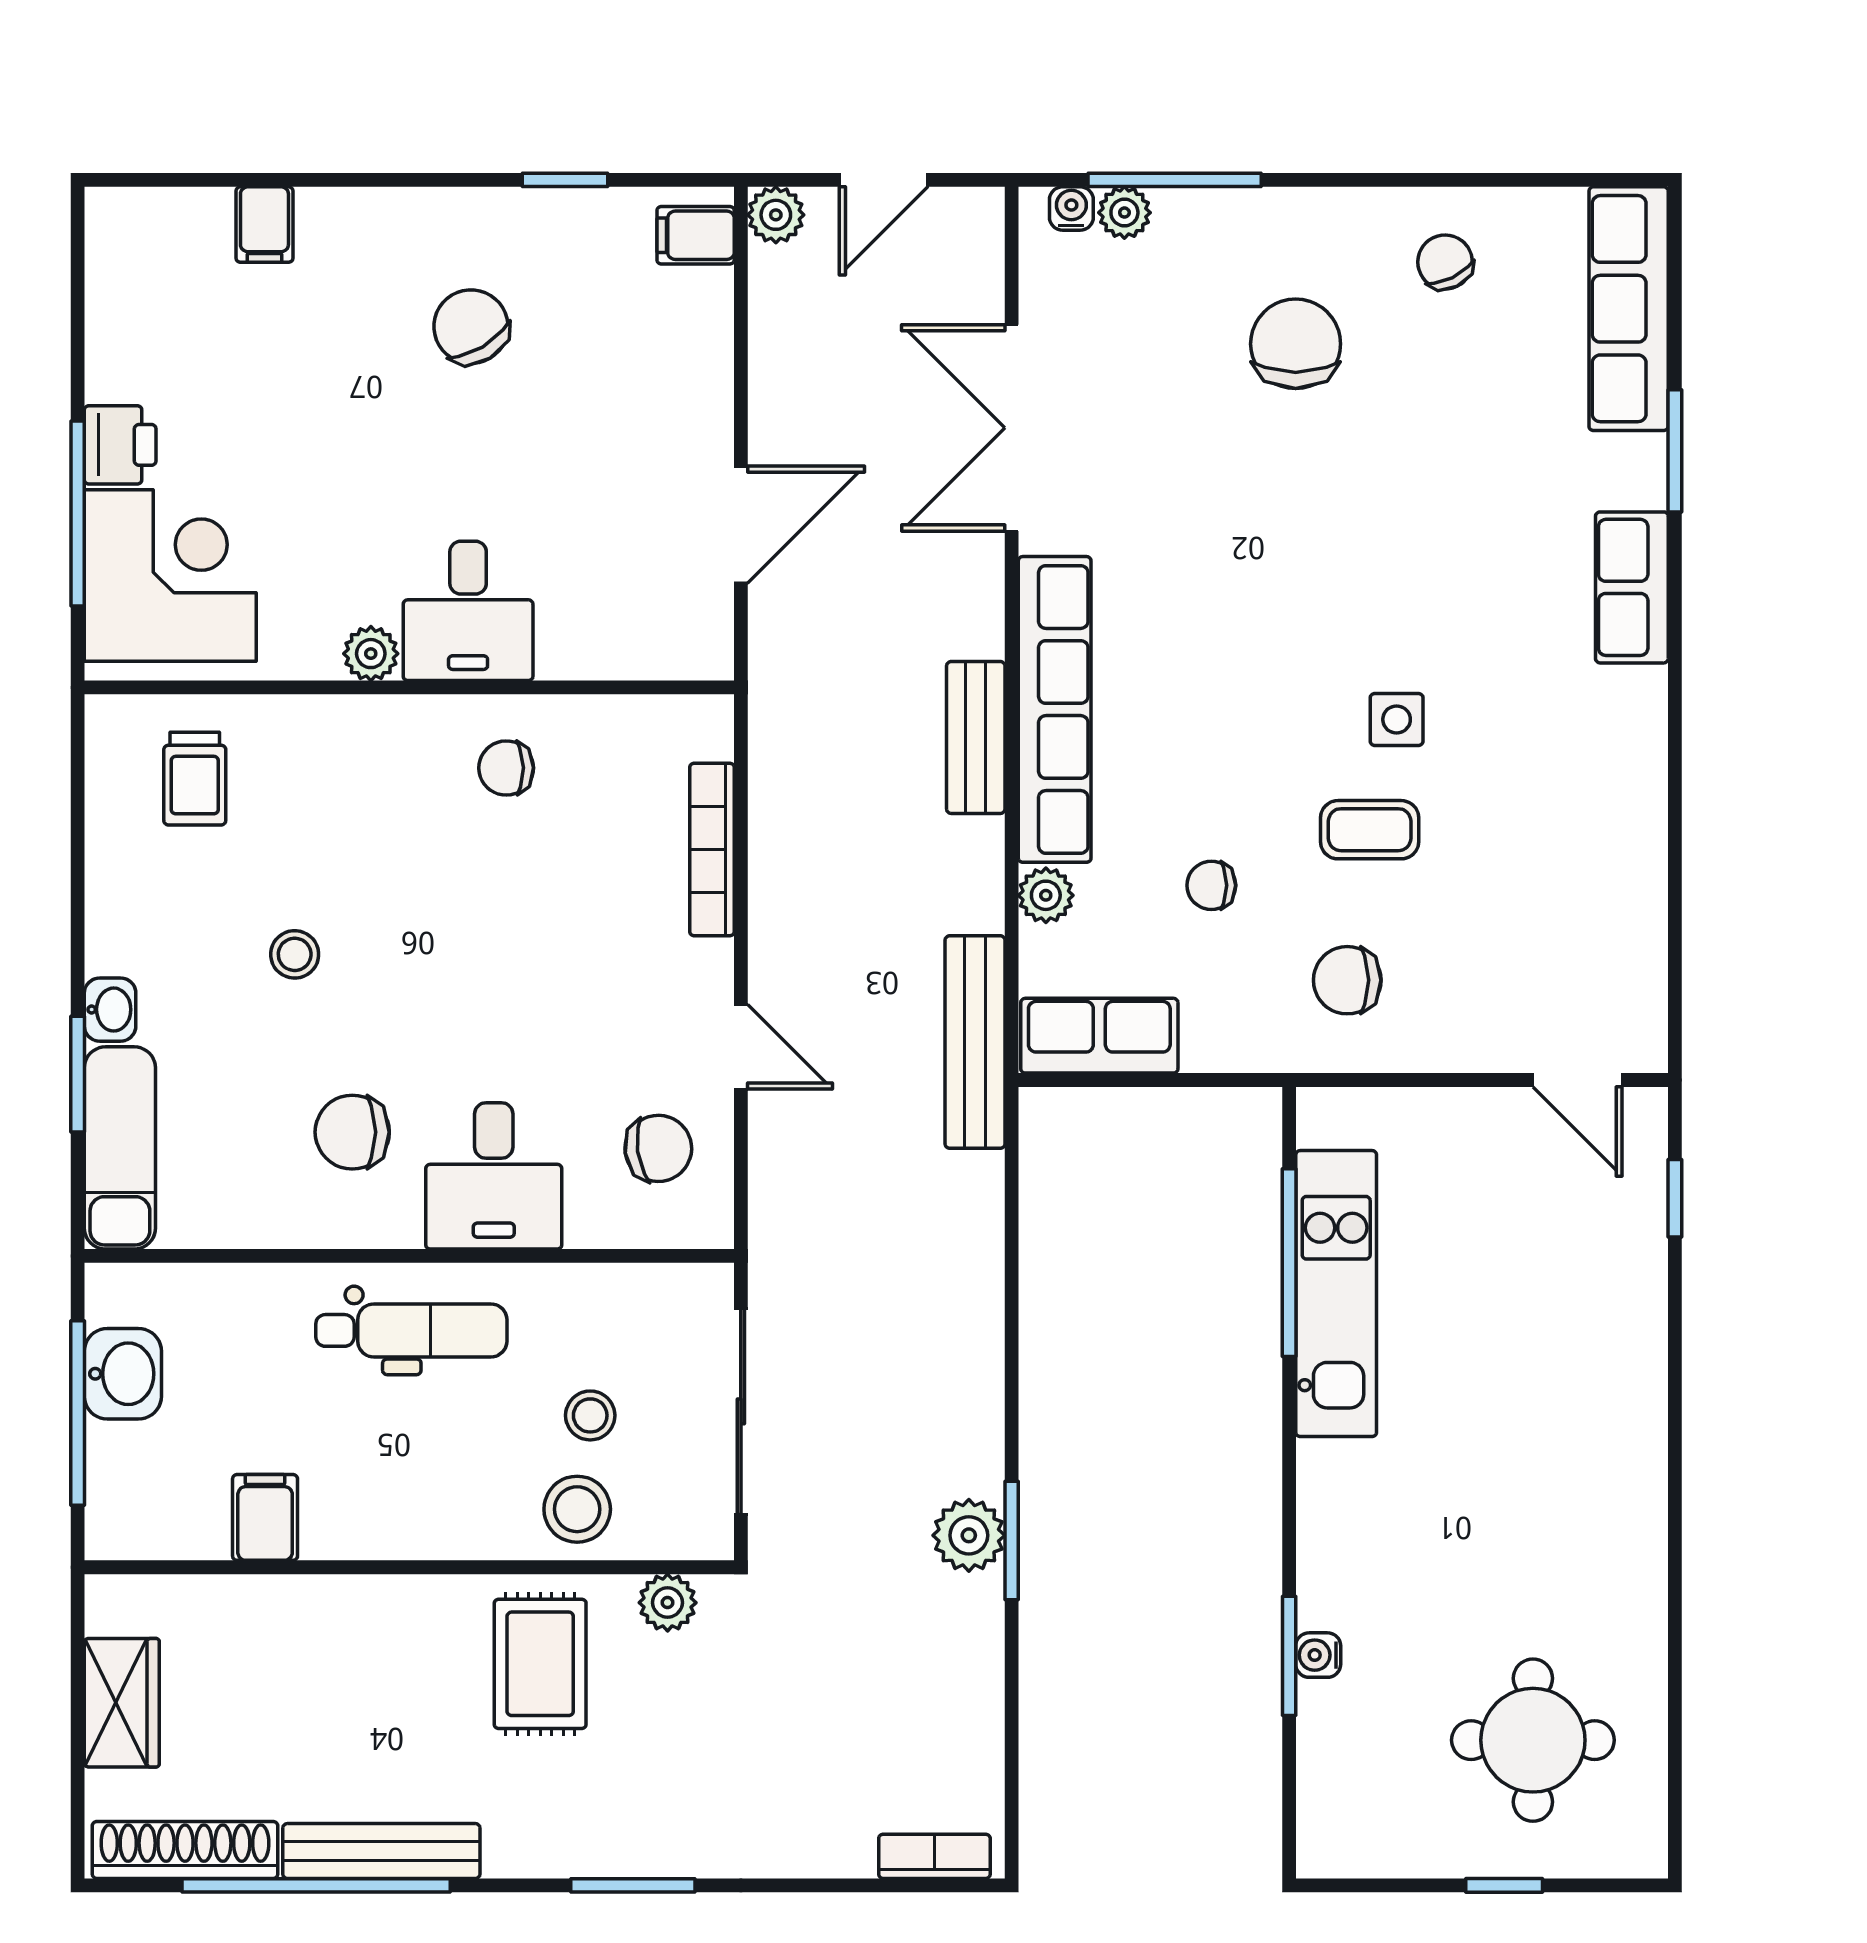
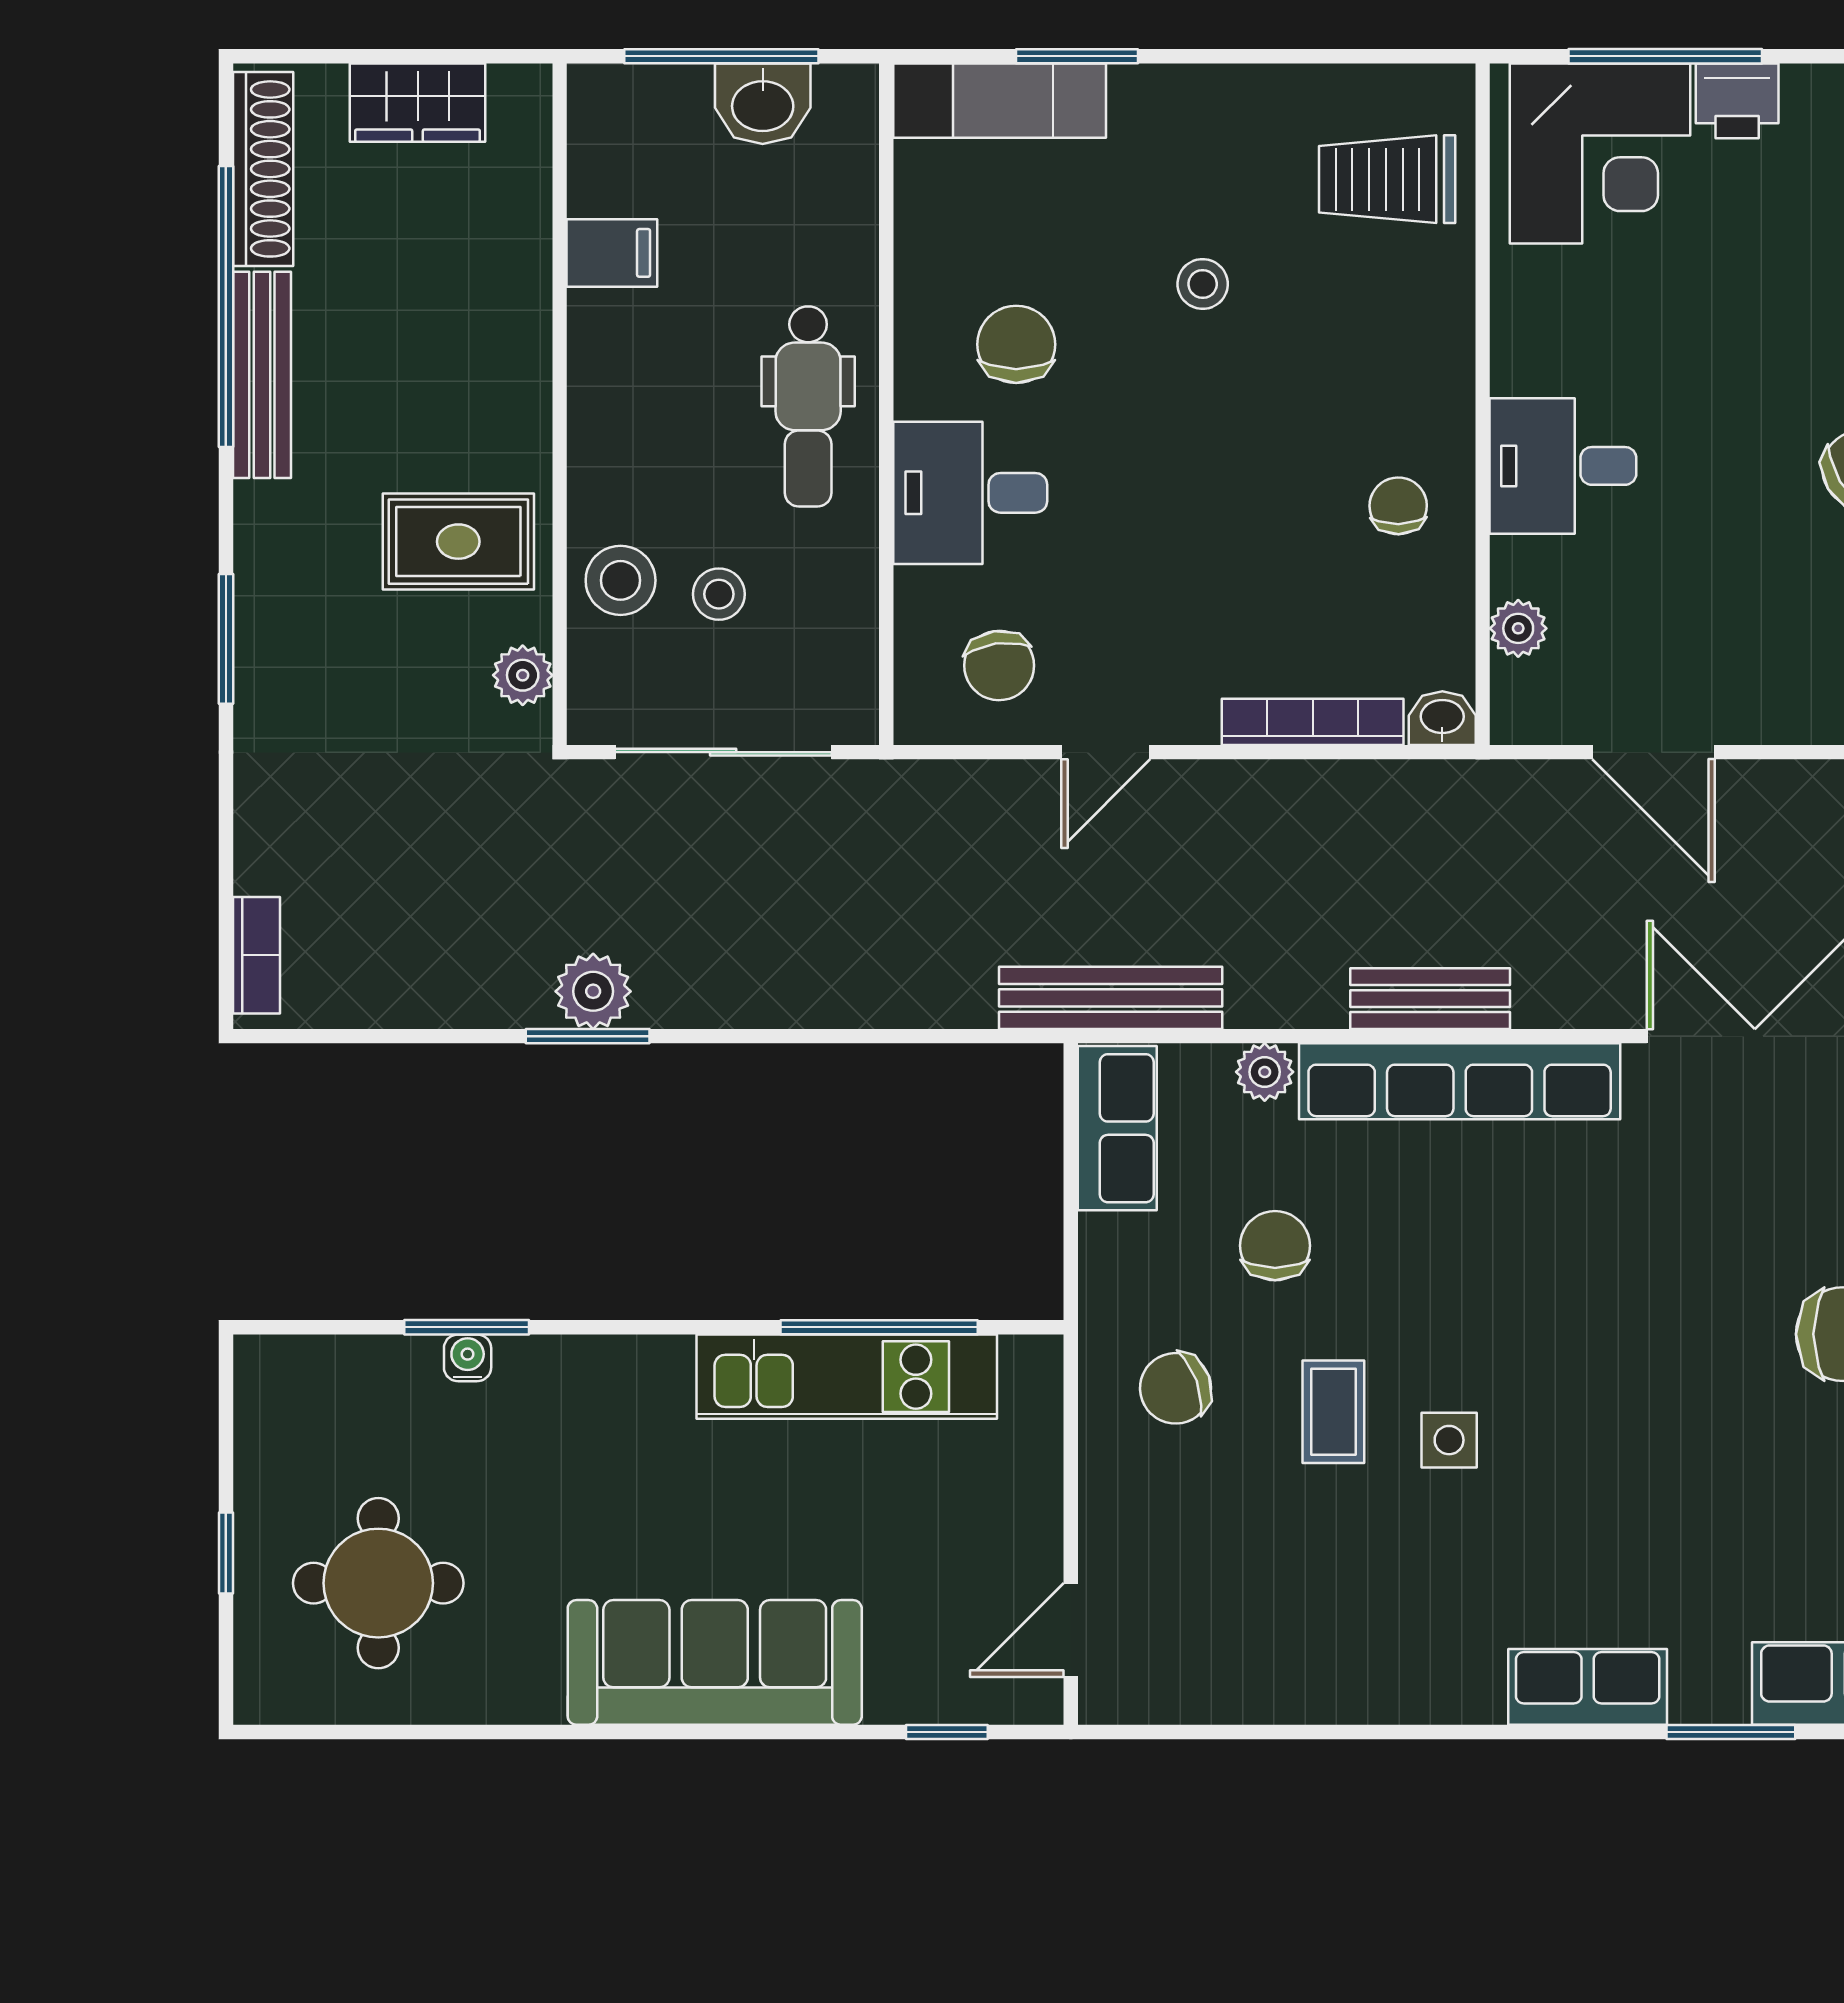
plant: (371, 654) -> (1518, 628), moved
trolley: (195, 779) -> (1387, 179), width x1.36, depth x1.39
chair: (1211, 885) -> (1275, 1246), width x1.37, depth x1.37
chair: (1347, 980) -> (1176, 1388), turned -110
washbasin: (110, 1010) -> (1442, 718), moved, turned 180
sofa: (1609, 1419) -> (715, 1662), added

